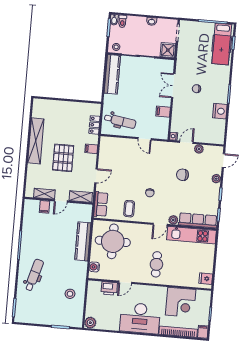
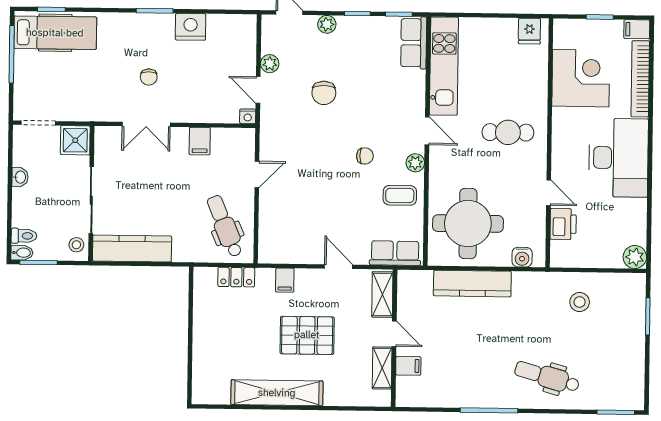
dental chair: (120, 121) -> (225, 226), turned -32
plant: (173, 220) -> (415, 163), moved
row of seats: (198, 220) -> (414, 43), width x0.68

